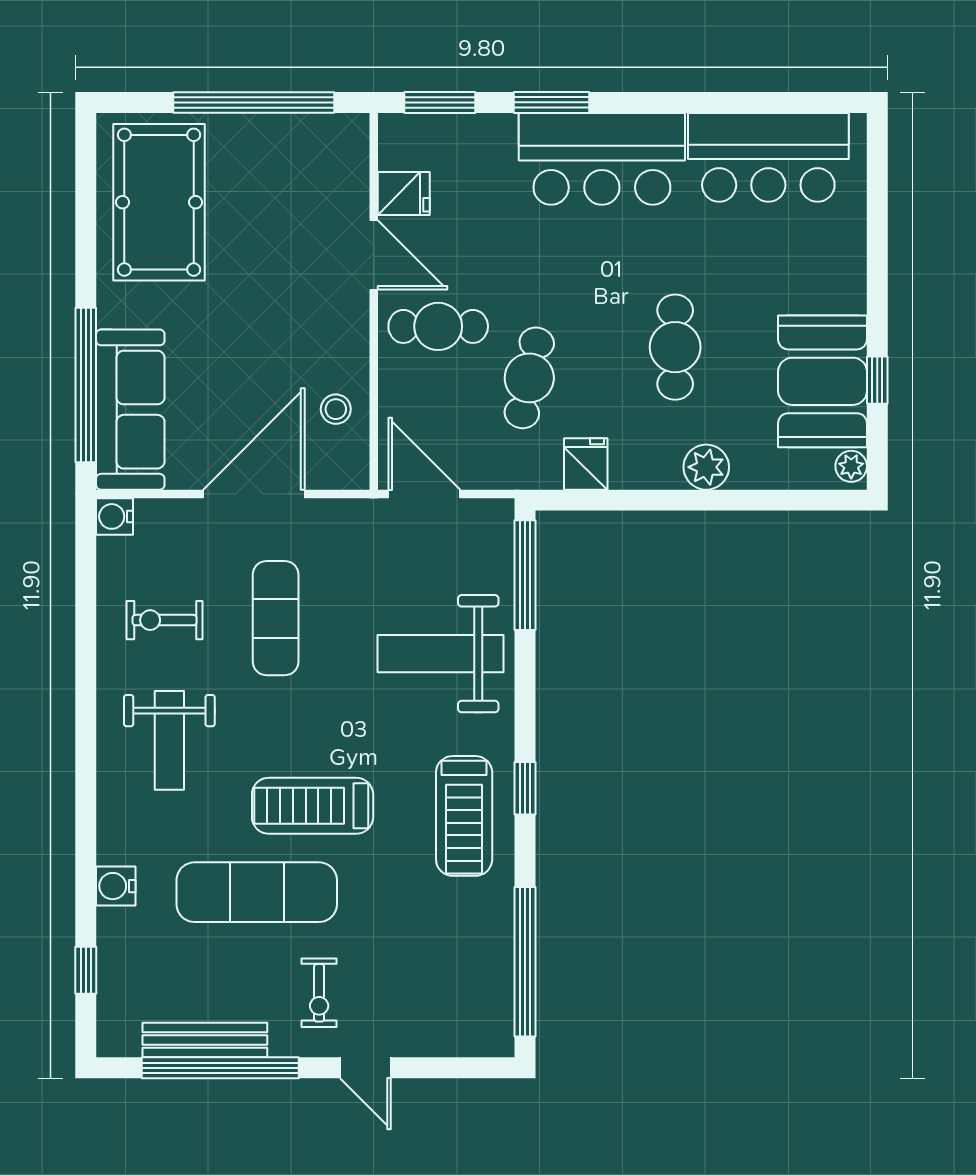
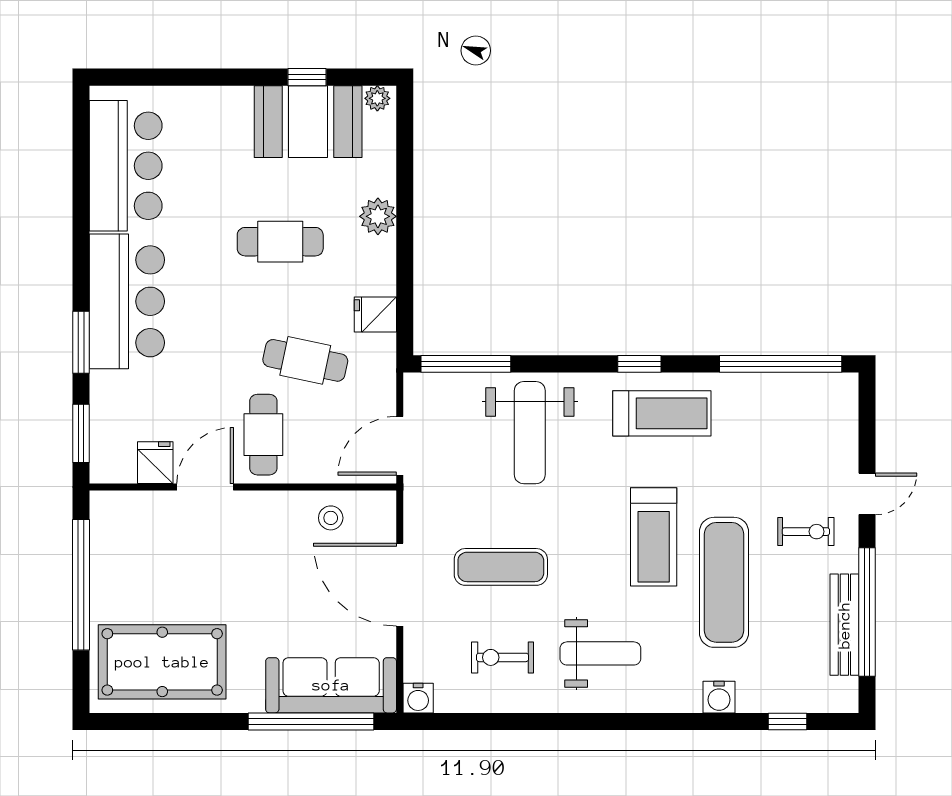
exercise bike: (165, 620) -> (502, 657), turned 90

